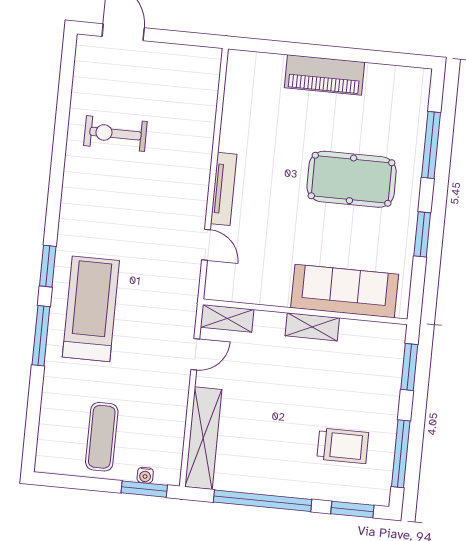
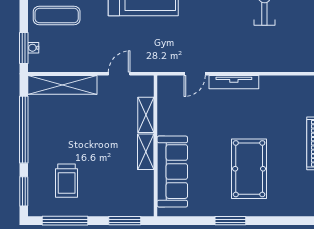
window: (431, 145) -> (278, 221), removed
window: (422, 234) -> (230, 221), moved
shelving: (227, 318) -> (146, 115), moved
door: (195, 354) -> (119, 74), swing flipped

